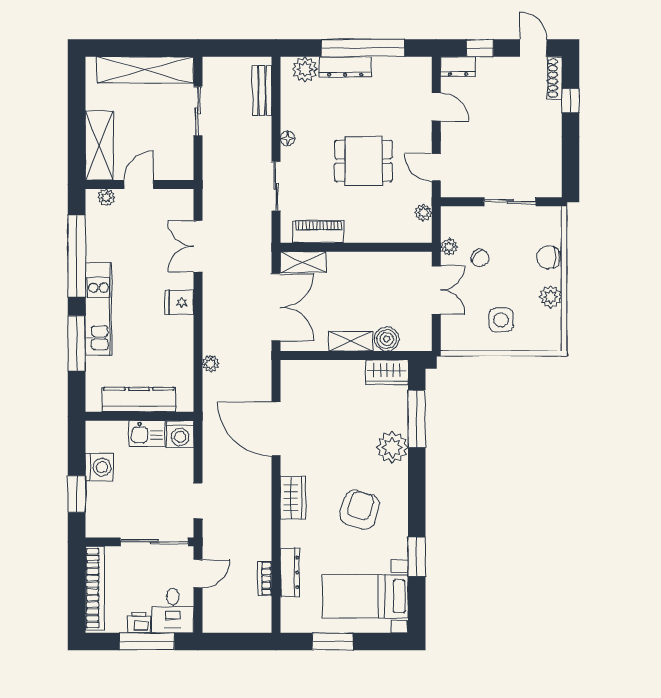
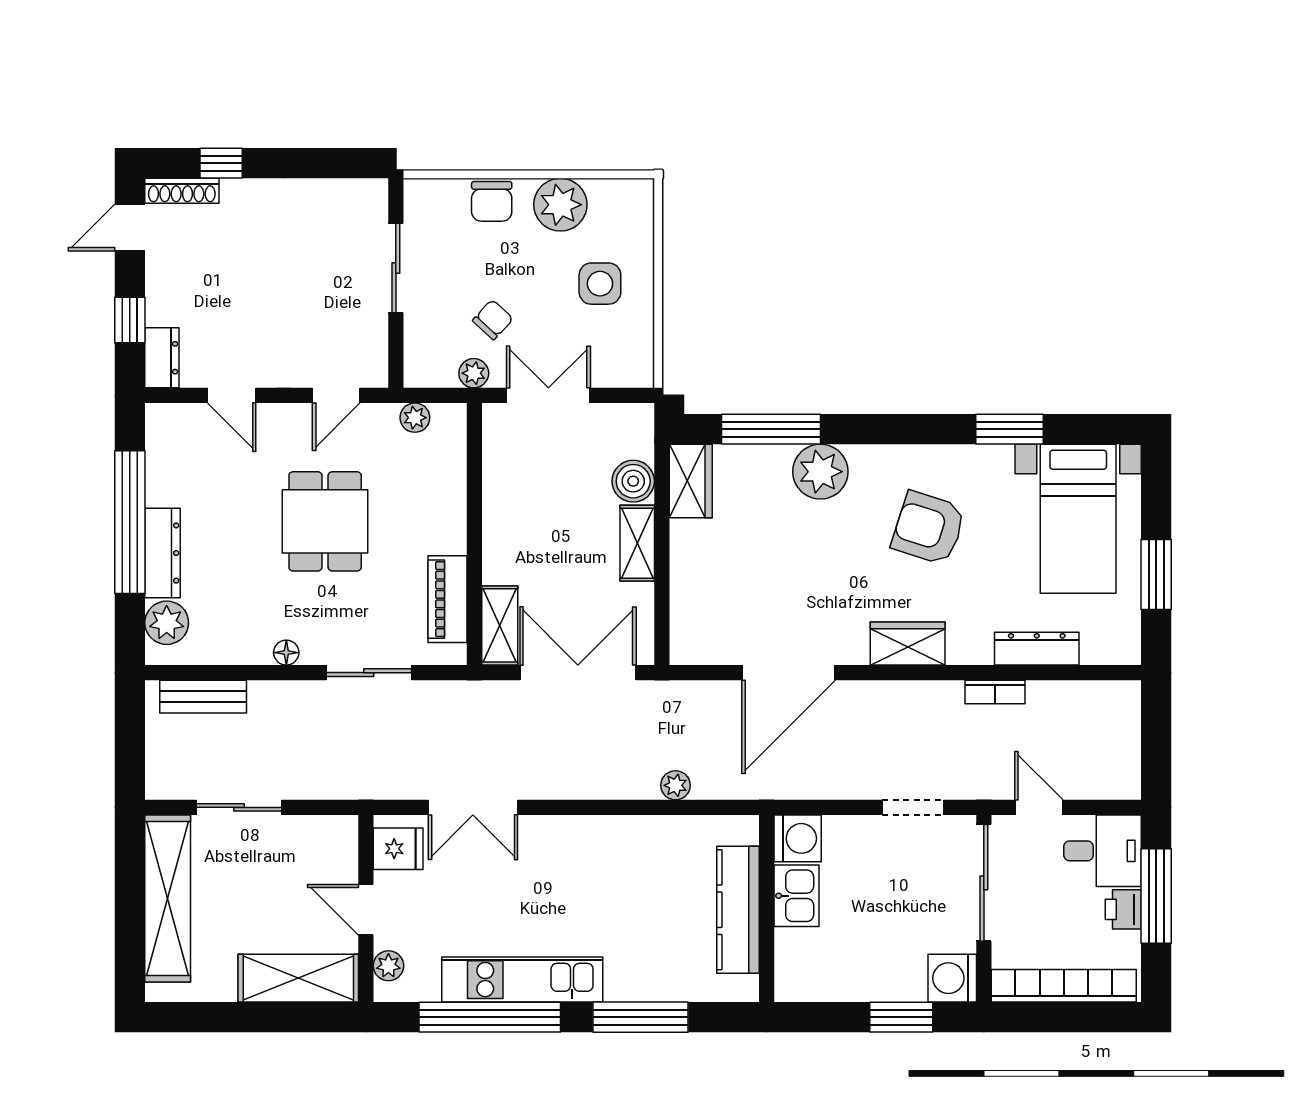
door: (436, 107) -> (232, 395), swing flipped
plant: (551, 297) -> (560, 205), width x1.36, depth x1.36
fridge: (179, 302) -> (398, 849), moved, turned -90
kitchen unit: (98, 309) -> (522, 980), moved
washing machine: (99, 467) -> (952, 978), moved, turned -90
bookcase: (265, 579) -> (995, 692), moved

